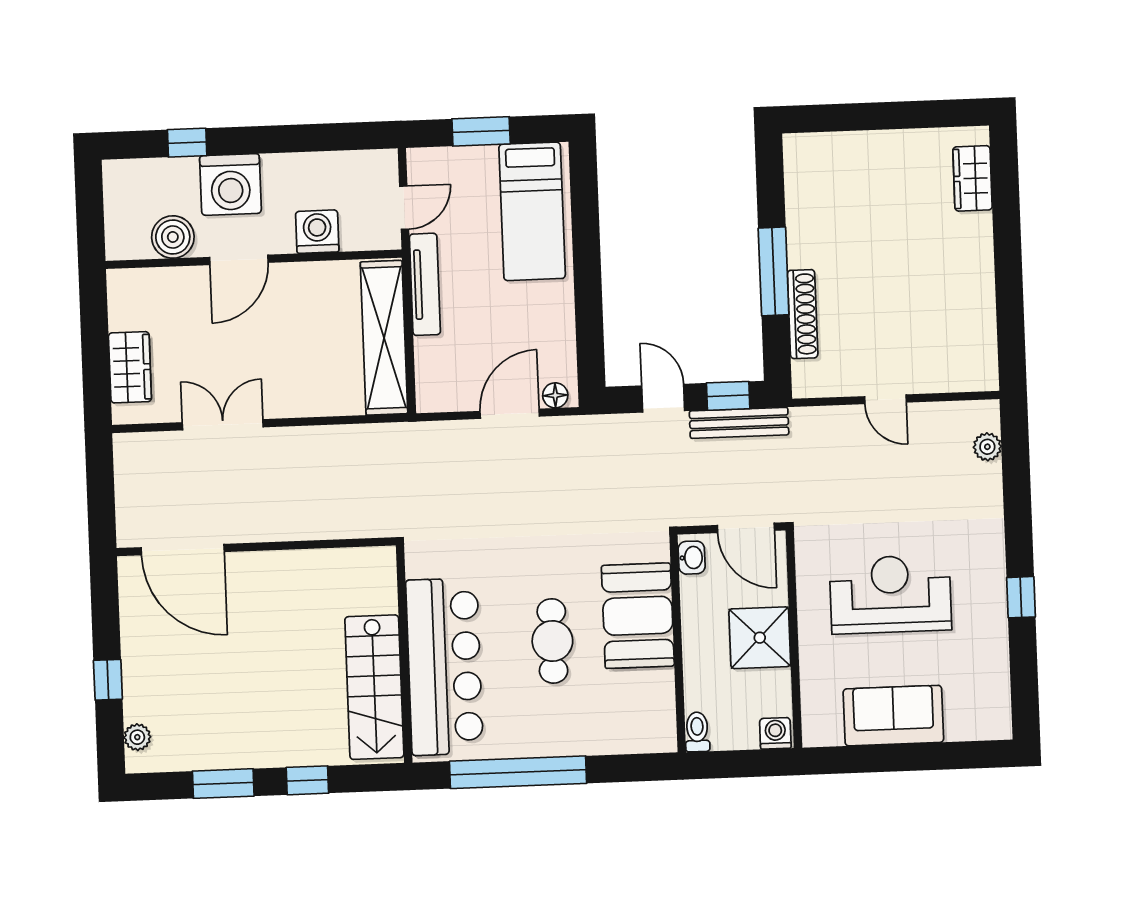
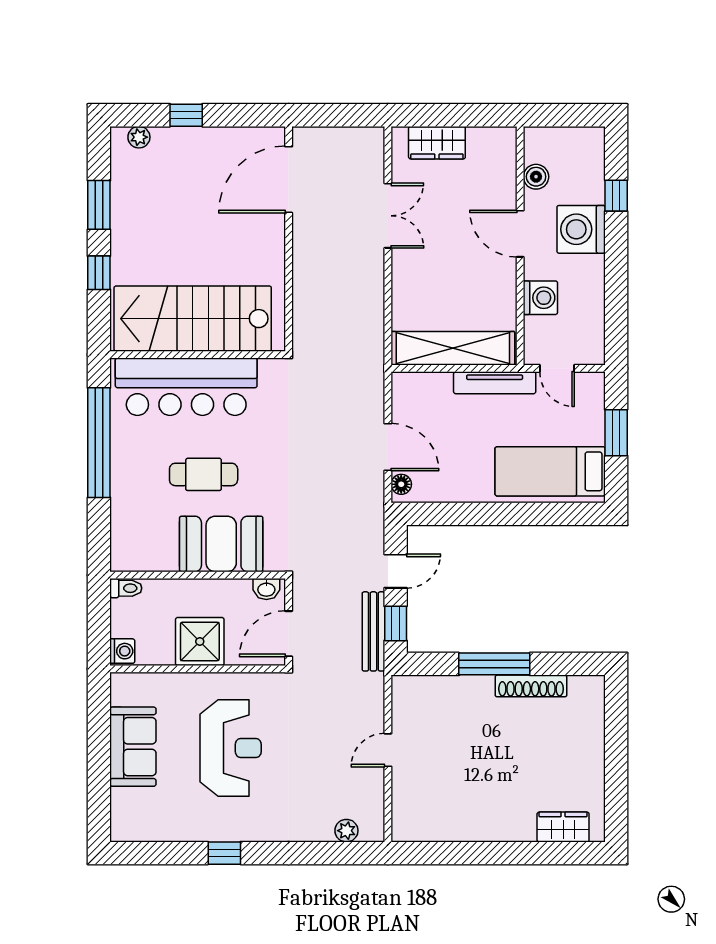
boiler: (173, 237) -> (536, 177), width x0.73, depth x0.73
shoe rack: (803, 314) -> (531, 686), moved
stairs: (374, 687) -> (193, 319), width x1.36, depth x1.51

